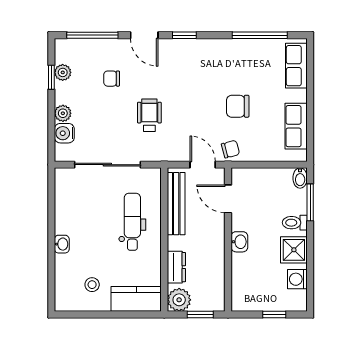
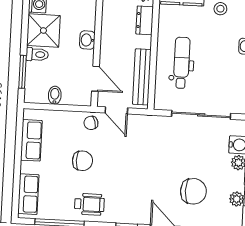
chair: (112, 79) -> (193, 191), width x1.87, depth x1.87
wheelchair: (149, 115) -> (89, 204), moved, turned -90
bidet: (300, 178) -> (55, 95), moved
dental chair: (132, 222) -> (182, 63), turned 180
shower: (294, 250) -> (43, 30), width x1.36, depth x1.36

